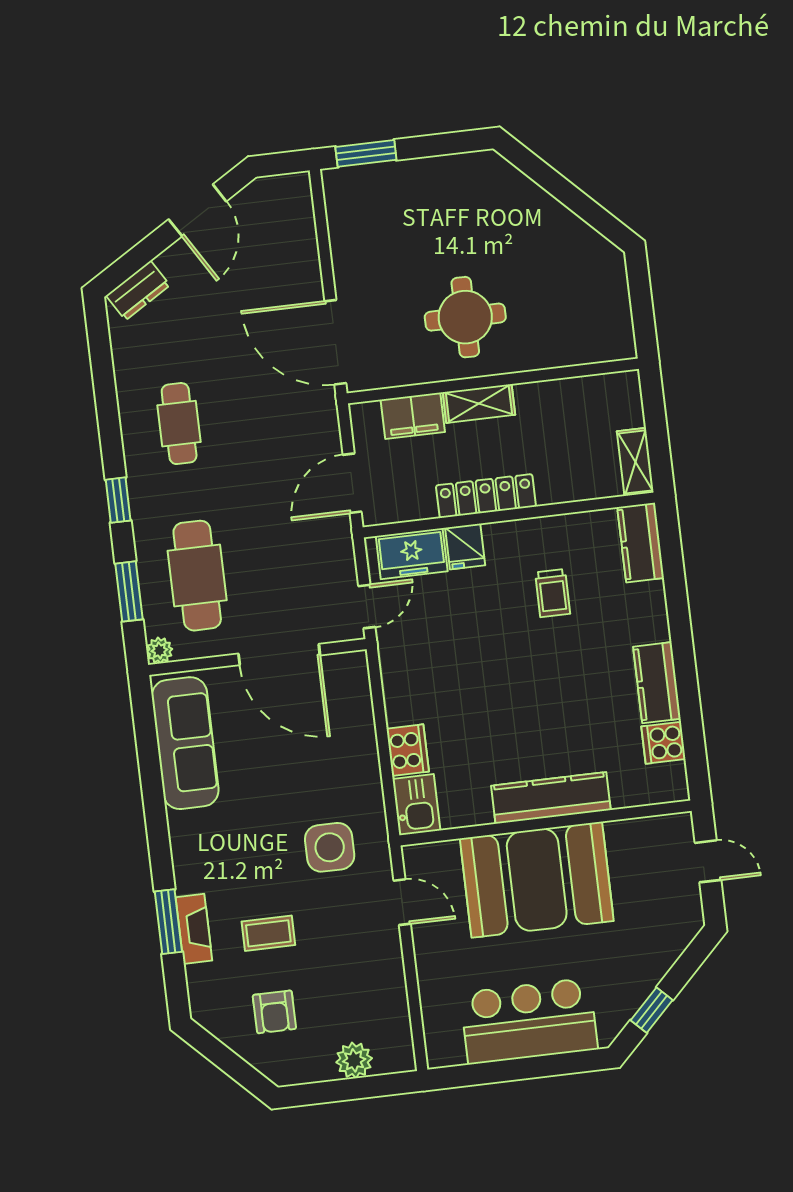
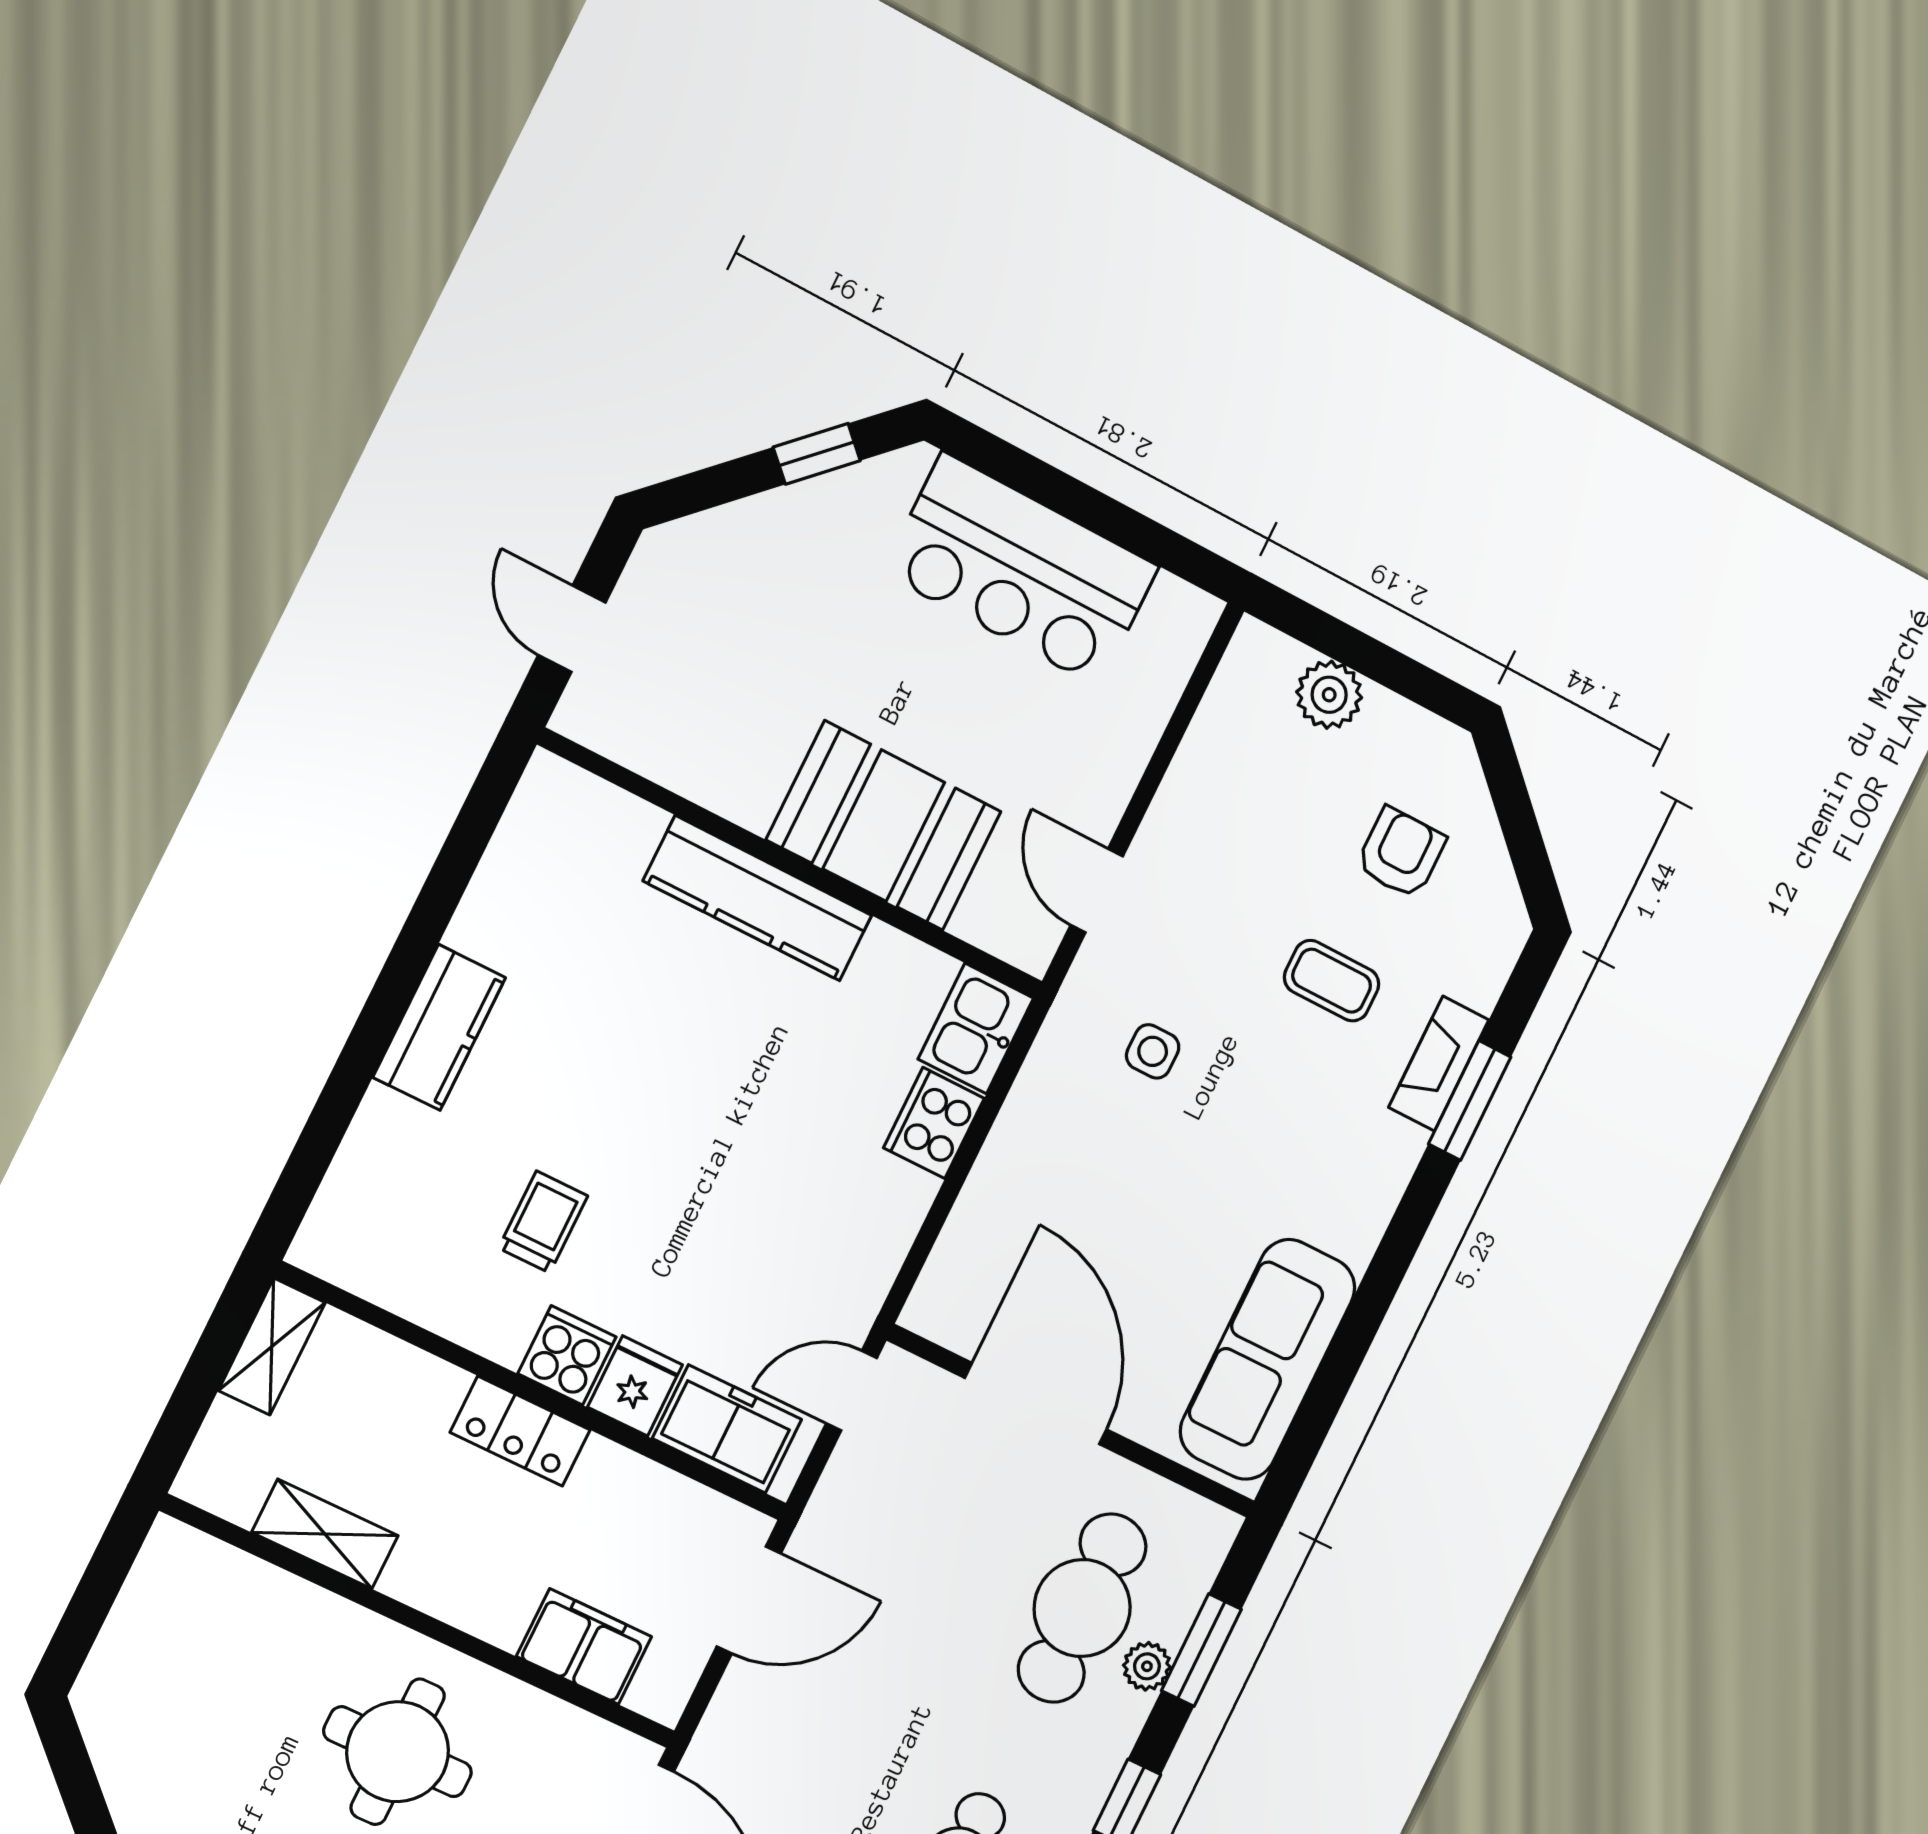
shelving: (479, 403) -> (325, 1534), moved
locker: (486, 496) -> (520, 1431), width x0.66
kitchen counter: (641, 543) -> (348, 1211), removed
plant: (159, 650) -> (1147, 1666), moved
kitchen counter: (657, 683) -> (439, 1027), moved
cooker: (663, 743) -> (567, 1355), moved, turned -90
side table: (330, 847) -> (1153, 1051), width x0.54, depth x0.54
booth: (537, 880) -> (884, 826), width x0.73, depth x0.70

